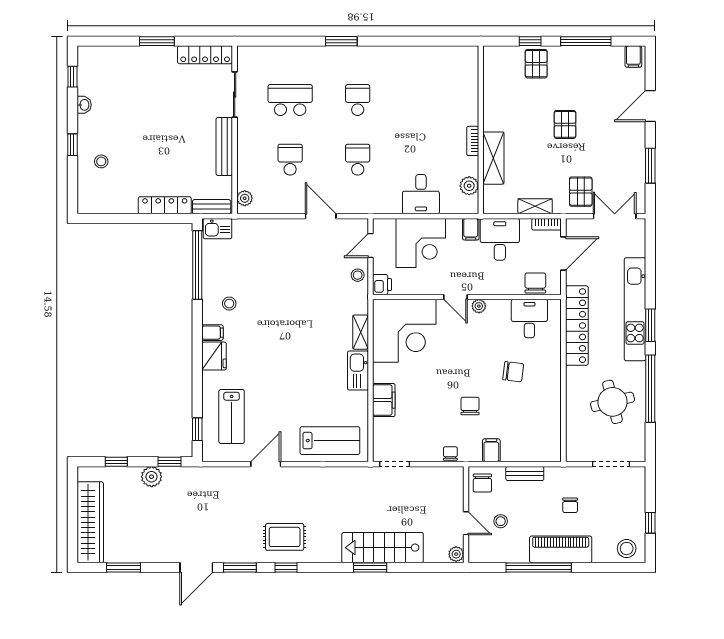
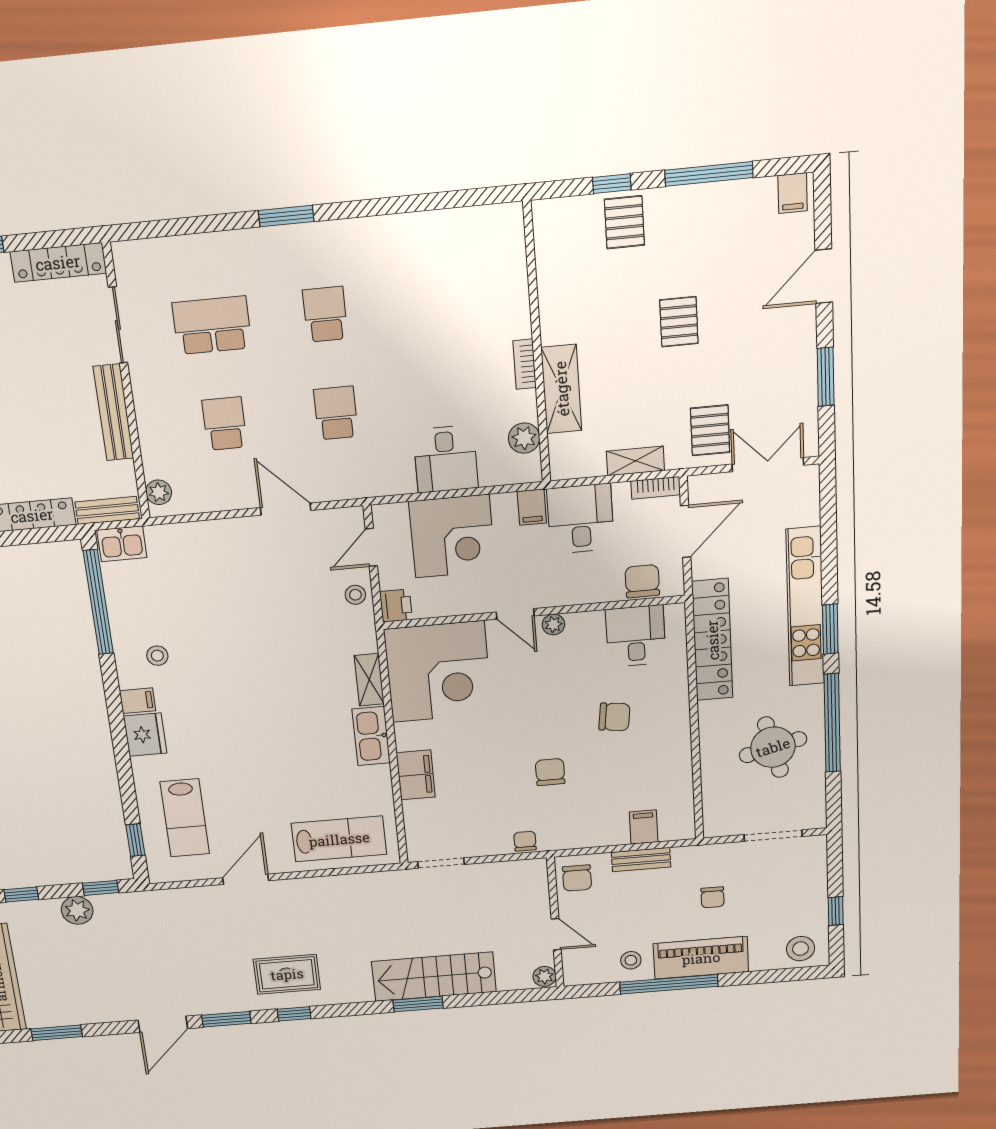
filing cabinet: (491, 450) -> (644, 827), moved
stool: (501, 521) -> (631, 960), moved

